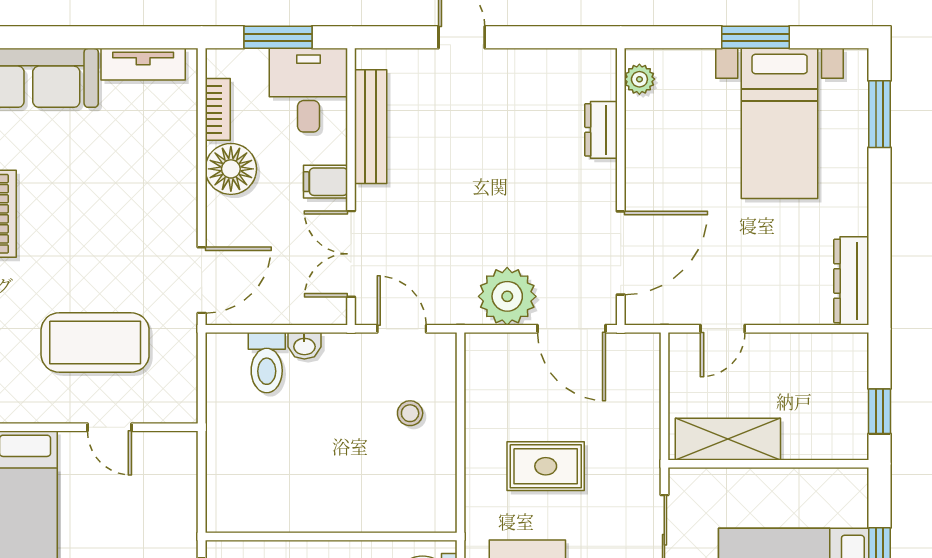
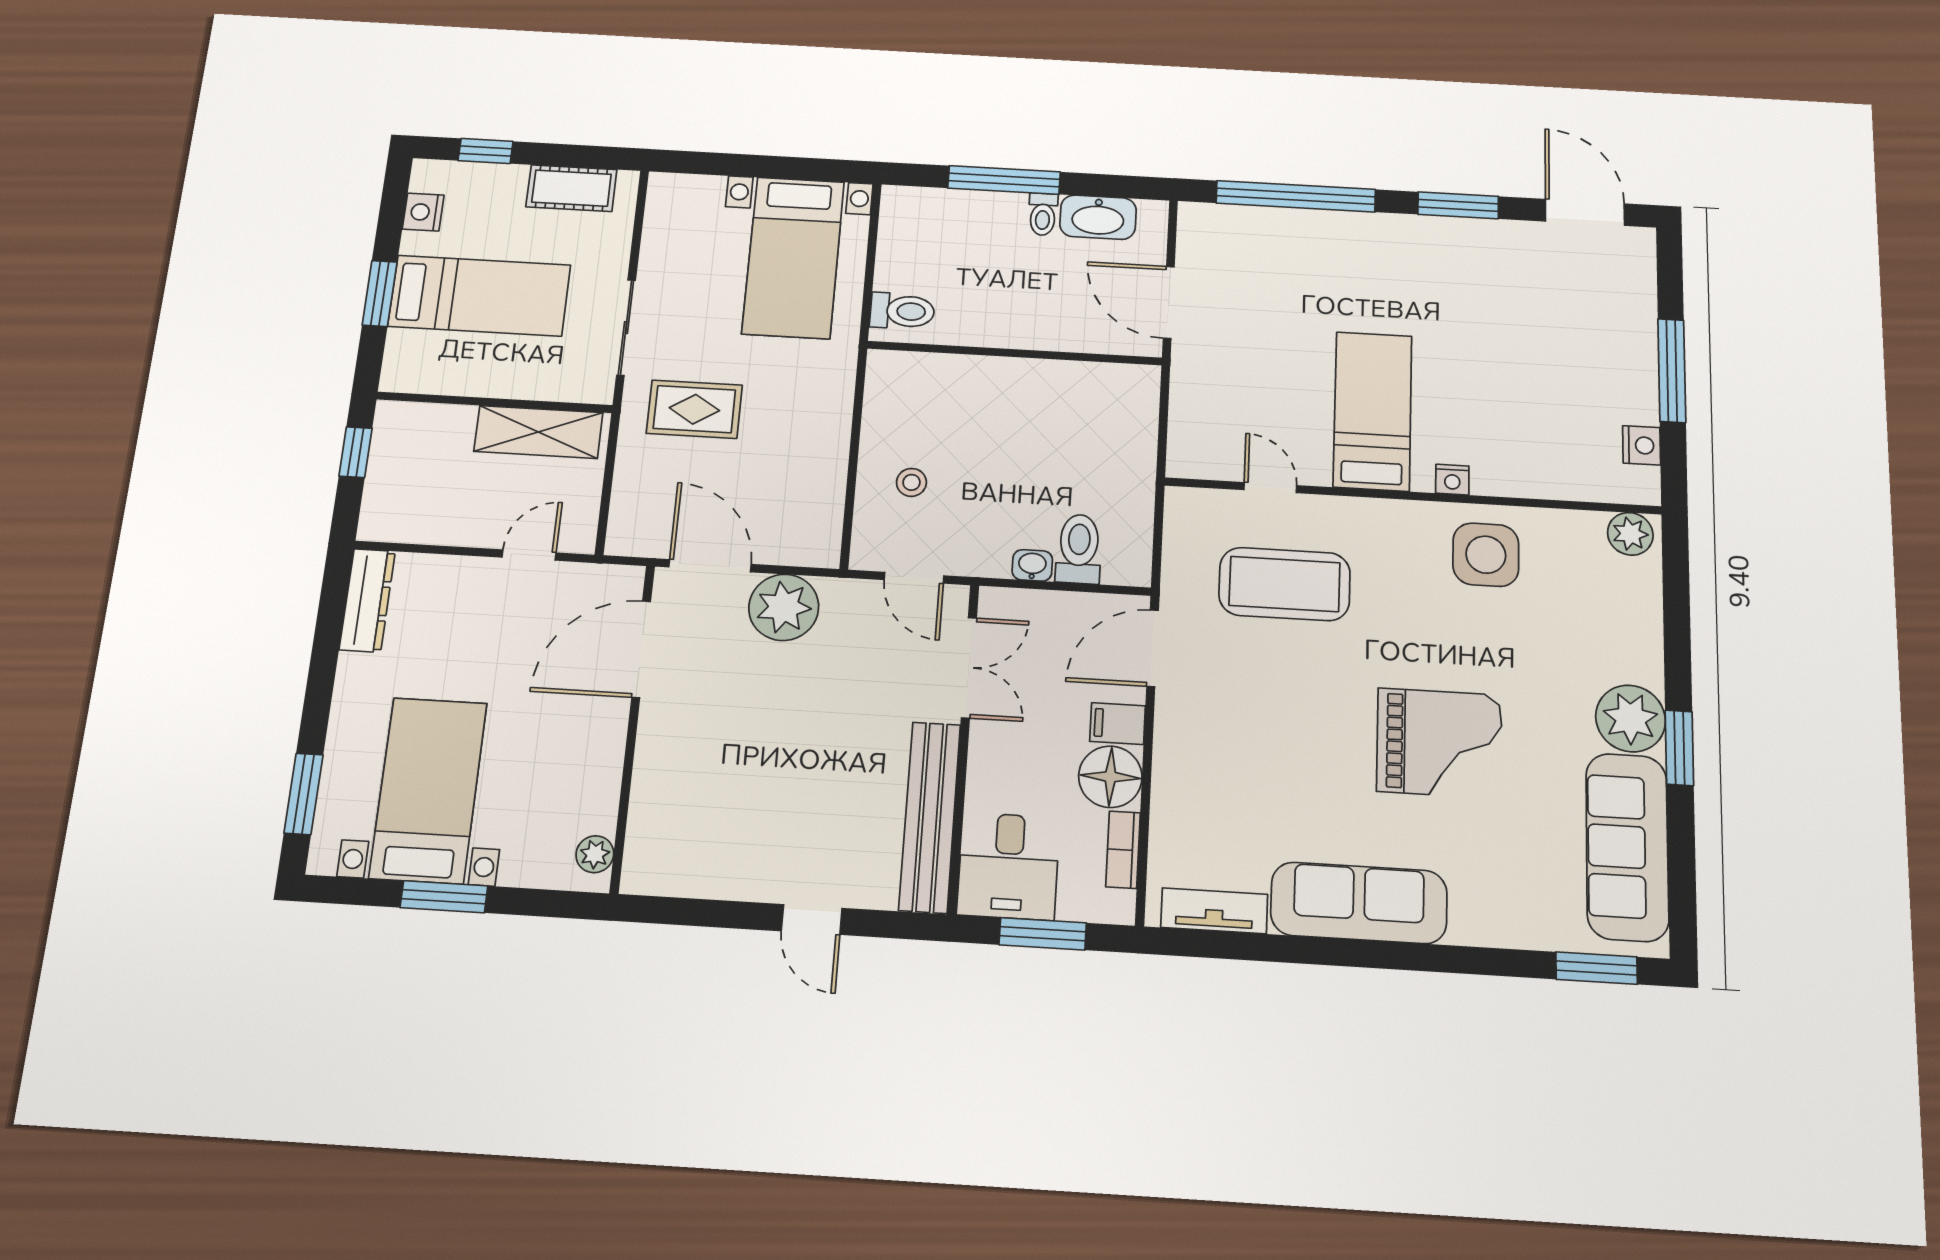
bench: (371, 127) -> (930, 817), width x1.37, depth x1.21
dresser: (601, 130) -> (649, 796), removed
filing cabinet: (325, 182) -> (1118, 724), moved, turned 180
rug: (546, 466) -> (694, 409), moved

